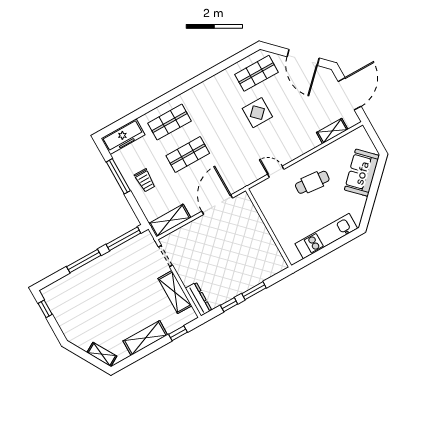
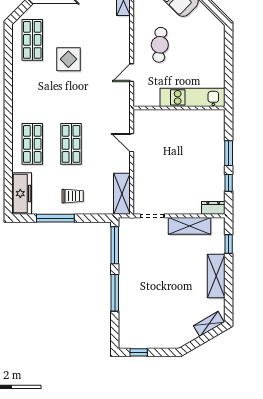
door: (217, 205) -> (132, 143), width x0.53
kitchen unit: (326, 236) -> (193, 97), moved, turned 90
dresser: (199, 299) -> (213, 208), width x0.70

